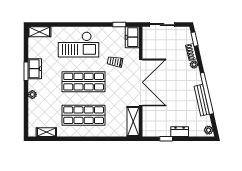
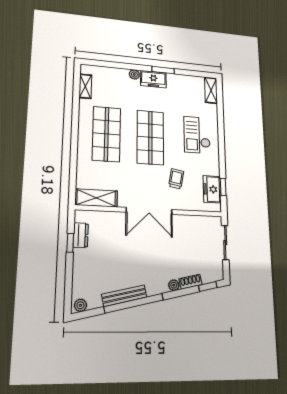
freezer: (132, 37) -> (212, 189), moved, turned -90
checkout: (79, 44) -> (197, 135), width x0.73, depth x0.83
freezer: (35, 69) -> (153, 79), moved
double door: (141, 82) -> (149, 211), width x0.73
dresser: (180, 132) -> (81, 235), moved

